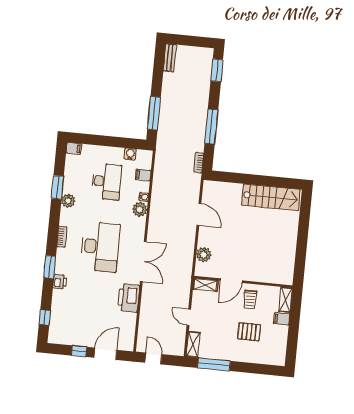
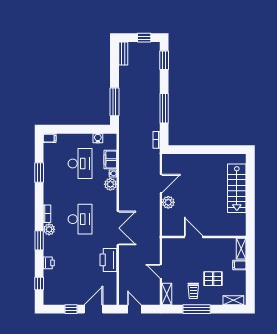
window: (196, 41) -> (144, 38), added
filing cabinet: (143, 175) -> (110, 160), width x2.00
stairs: (271, 197) -> (237, 188), moved, turned 90
plant: (68, 201) -> (49, 229), moved
door: (199, 214) -> (161, 184), hinge flipped
desk: (100, 247) -> (80, 219), width x0.73, depth x0.77
plant: (204, 255) -> (168, 202), moved
door: (231, 281) -> (194, 237), swing flipped
printer: (60, 282) -> (49, 263), moved
shelving: (205, 285) -> (233, 300), moved
trolley: (250, 300) -> (193, 291), moved
window: (214, 364) -> (197, 309), moved

